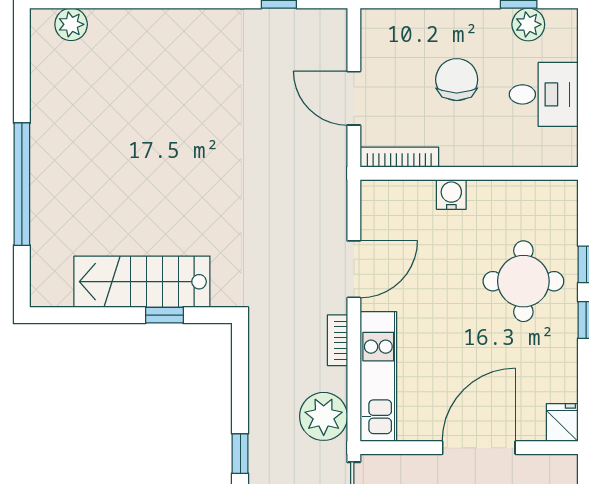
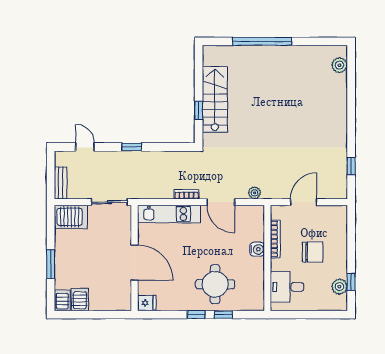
desk: (544, 94) -> (287, 287), moved, turned 90
bookcase: (399, 157) -> (275, 239), moved
plant: (324, 416) -> (255, 193), moved, width x0.53, depth x0.53

